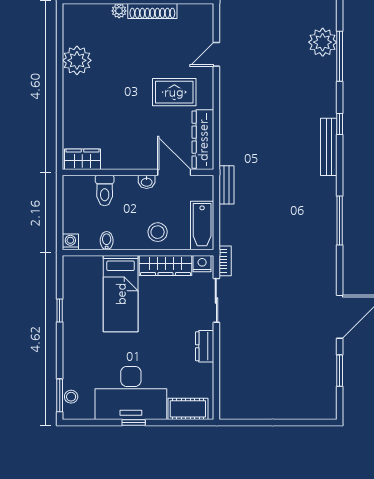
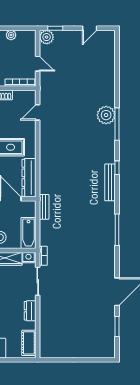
door: (216, 54) -> (38, 112), moved
cot: (188, 409) -> (29, 343), moved, turned 90

